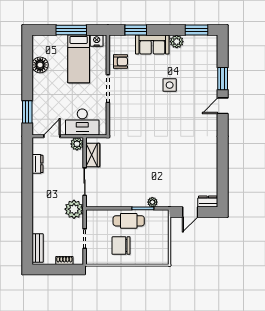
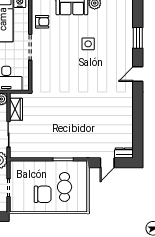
door: (223, 106) -> (138, 74), moved
plant: (152, 202) -> (72, 154), removed
cafe table: (129, 221) -> (65, 187), moved, turned 90
chair: (121, 246) -> (43, 194), turned 180

